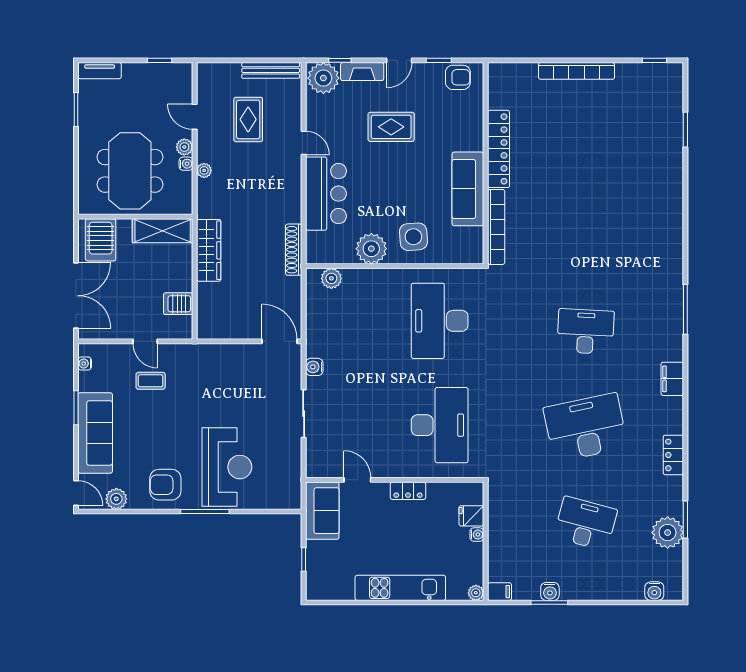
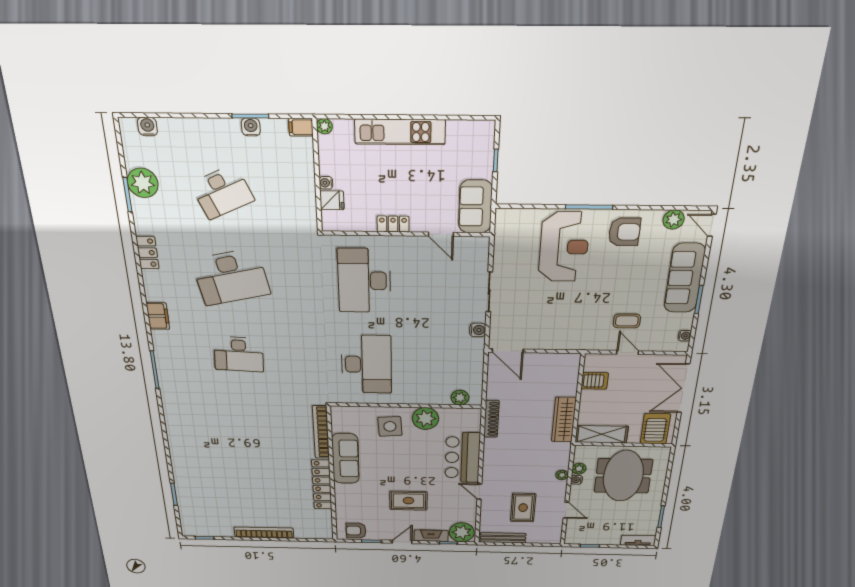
plant: (184, 147) -> (579, 469), moved
reception desk: (227, 467) -> (564, 247), turned 180
desk: (586, 524) -> (222, 192), turned -39

